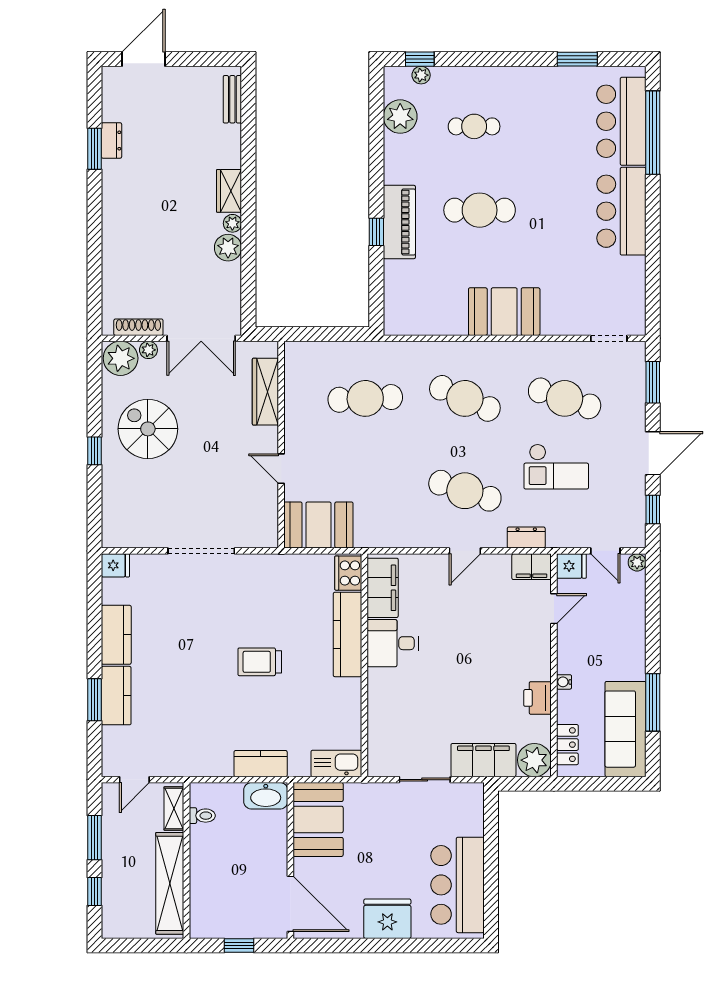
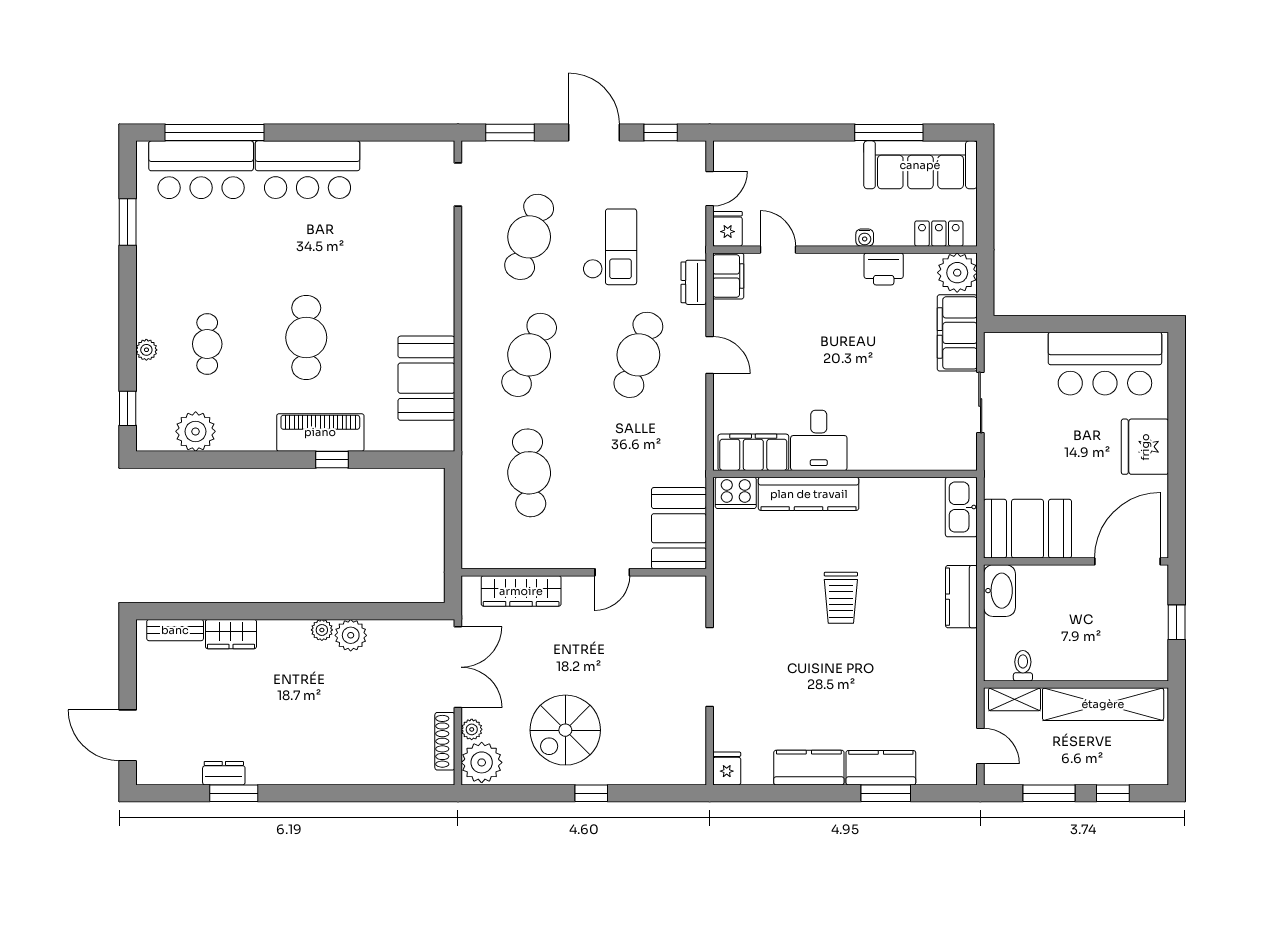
plant: (421, 75) -> (146, 350), moved
wardrobe: (229, 191) -> (231, 634), moved
booth: (504, 312) -> (426, 378), moved
plant: (637, 562) -> (723, 151), removed

